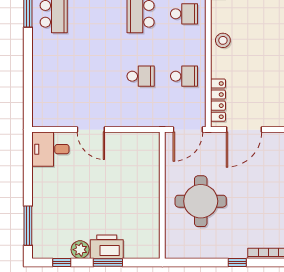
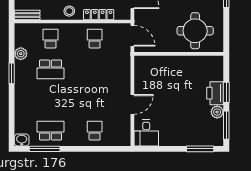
school desk: (141, 76) -> (95, 131), moved
locker: (218, 100) -> (99, 15), moved
round table: (201, 201) -> (195, 31), moved
window: (62, 262) -> (226, 125), width x2.17

